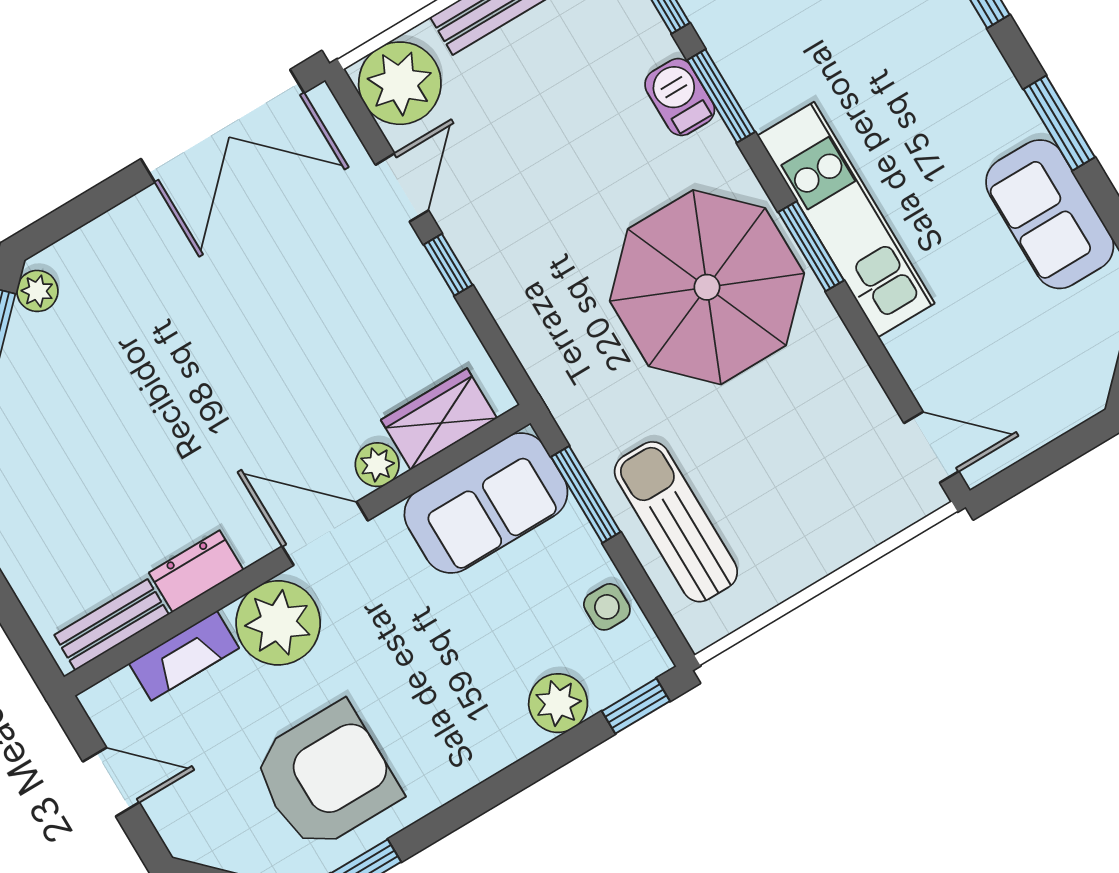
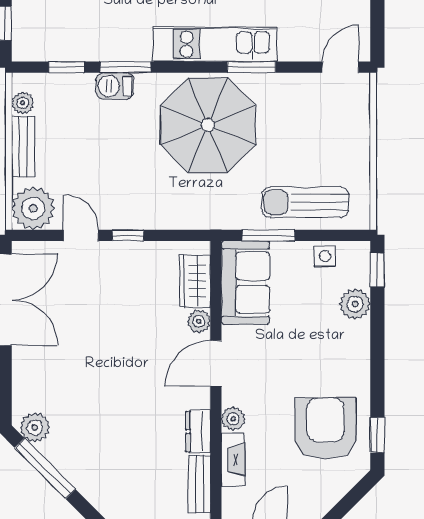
window: (811, 246) -> (251, 67), moved
plant: (37, 291) -> (35, 427), width x1.38, depth x1.38
plant: (278, 623) -> (233, 419), width x0.53, depth x0.53

